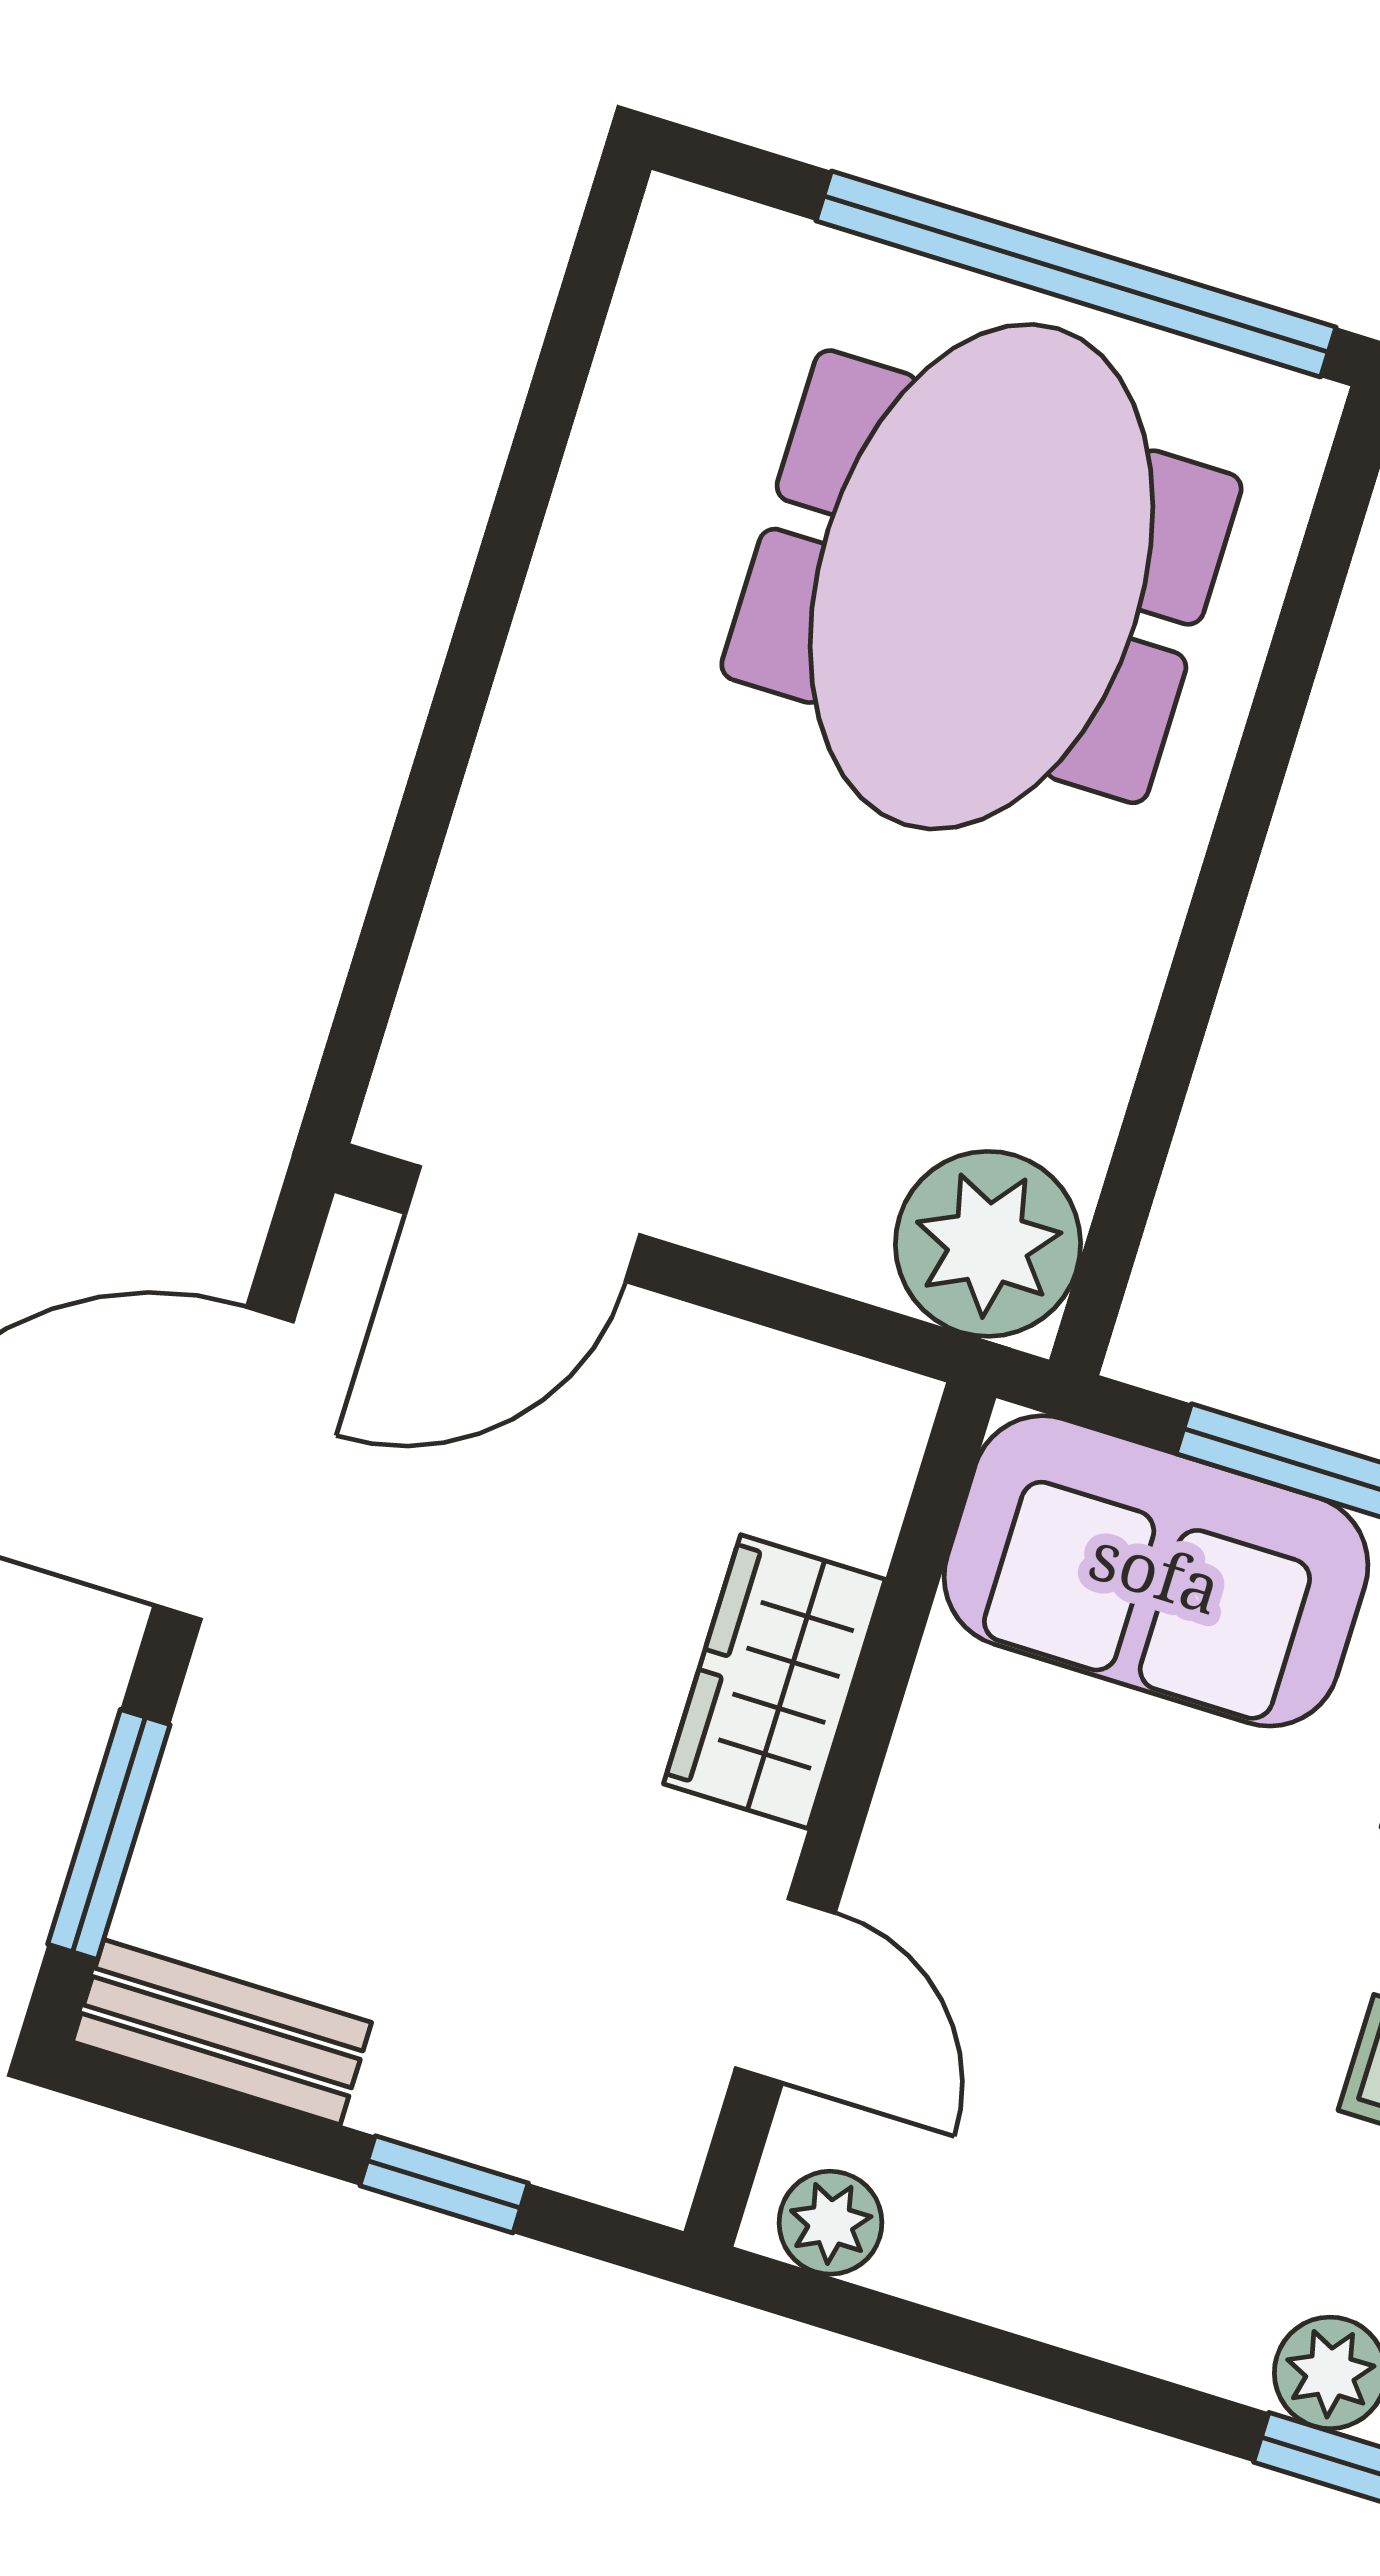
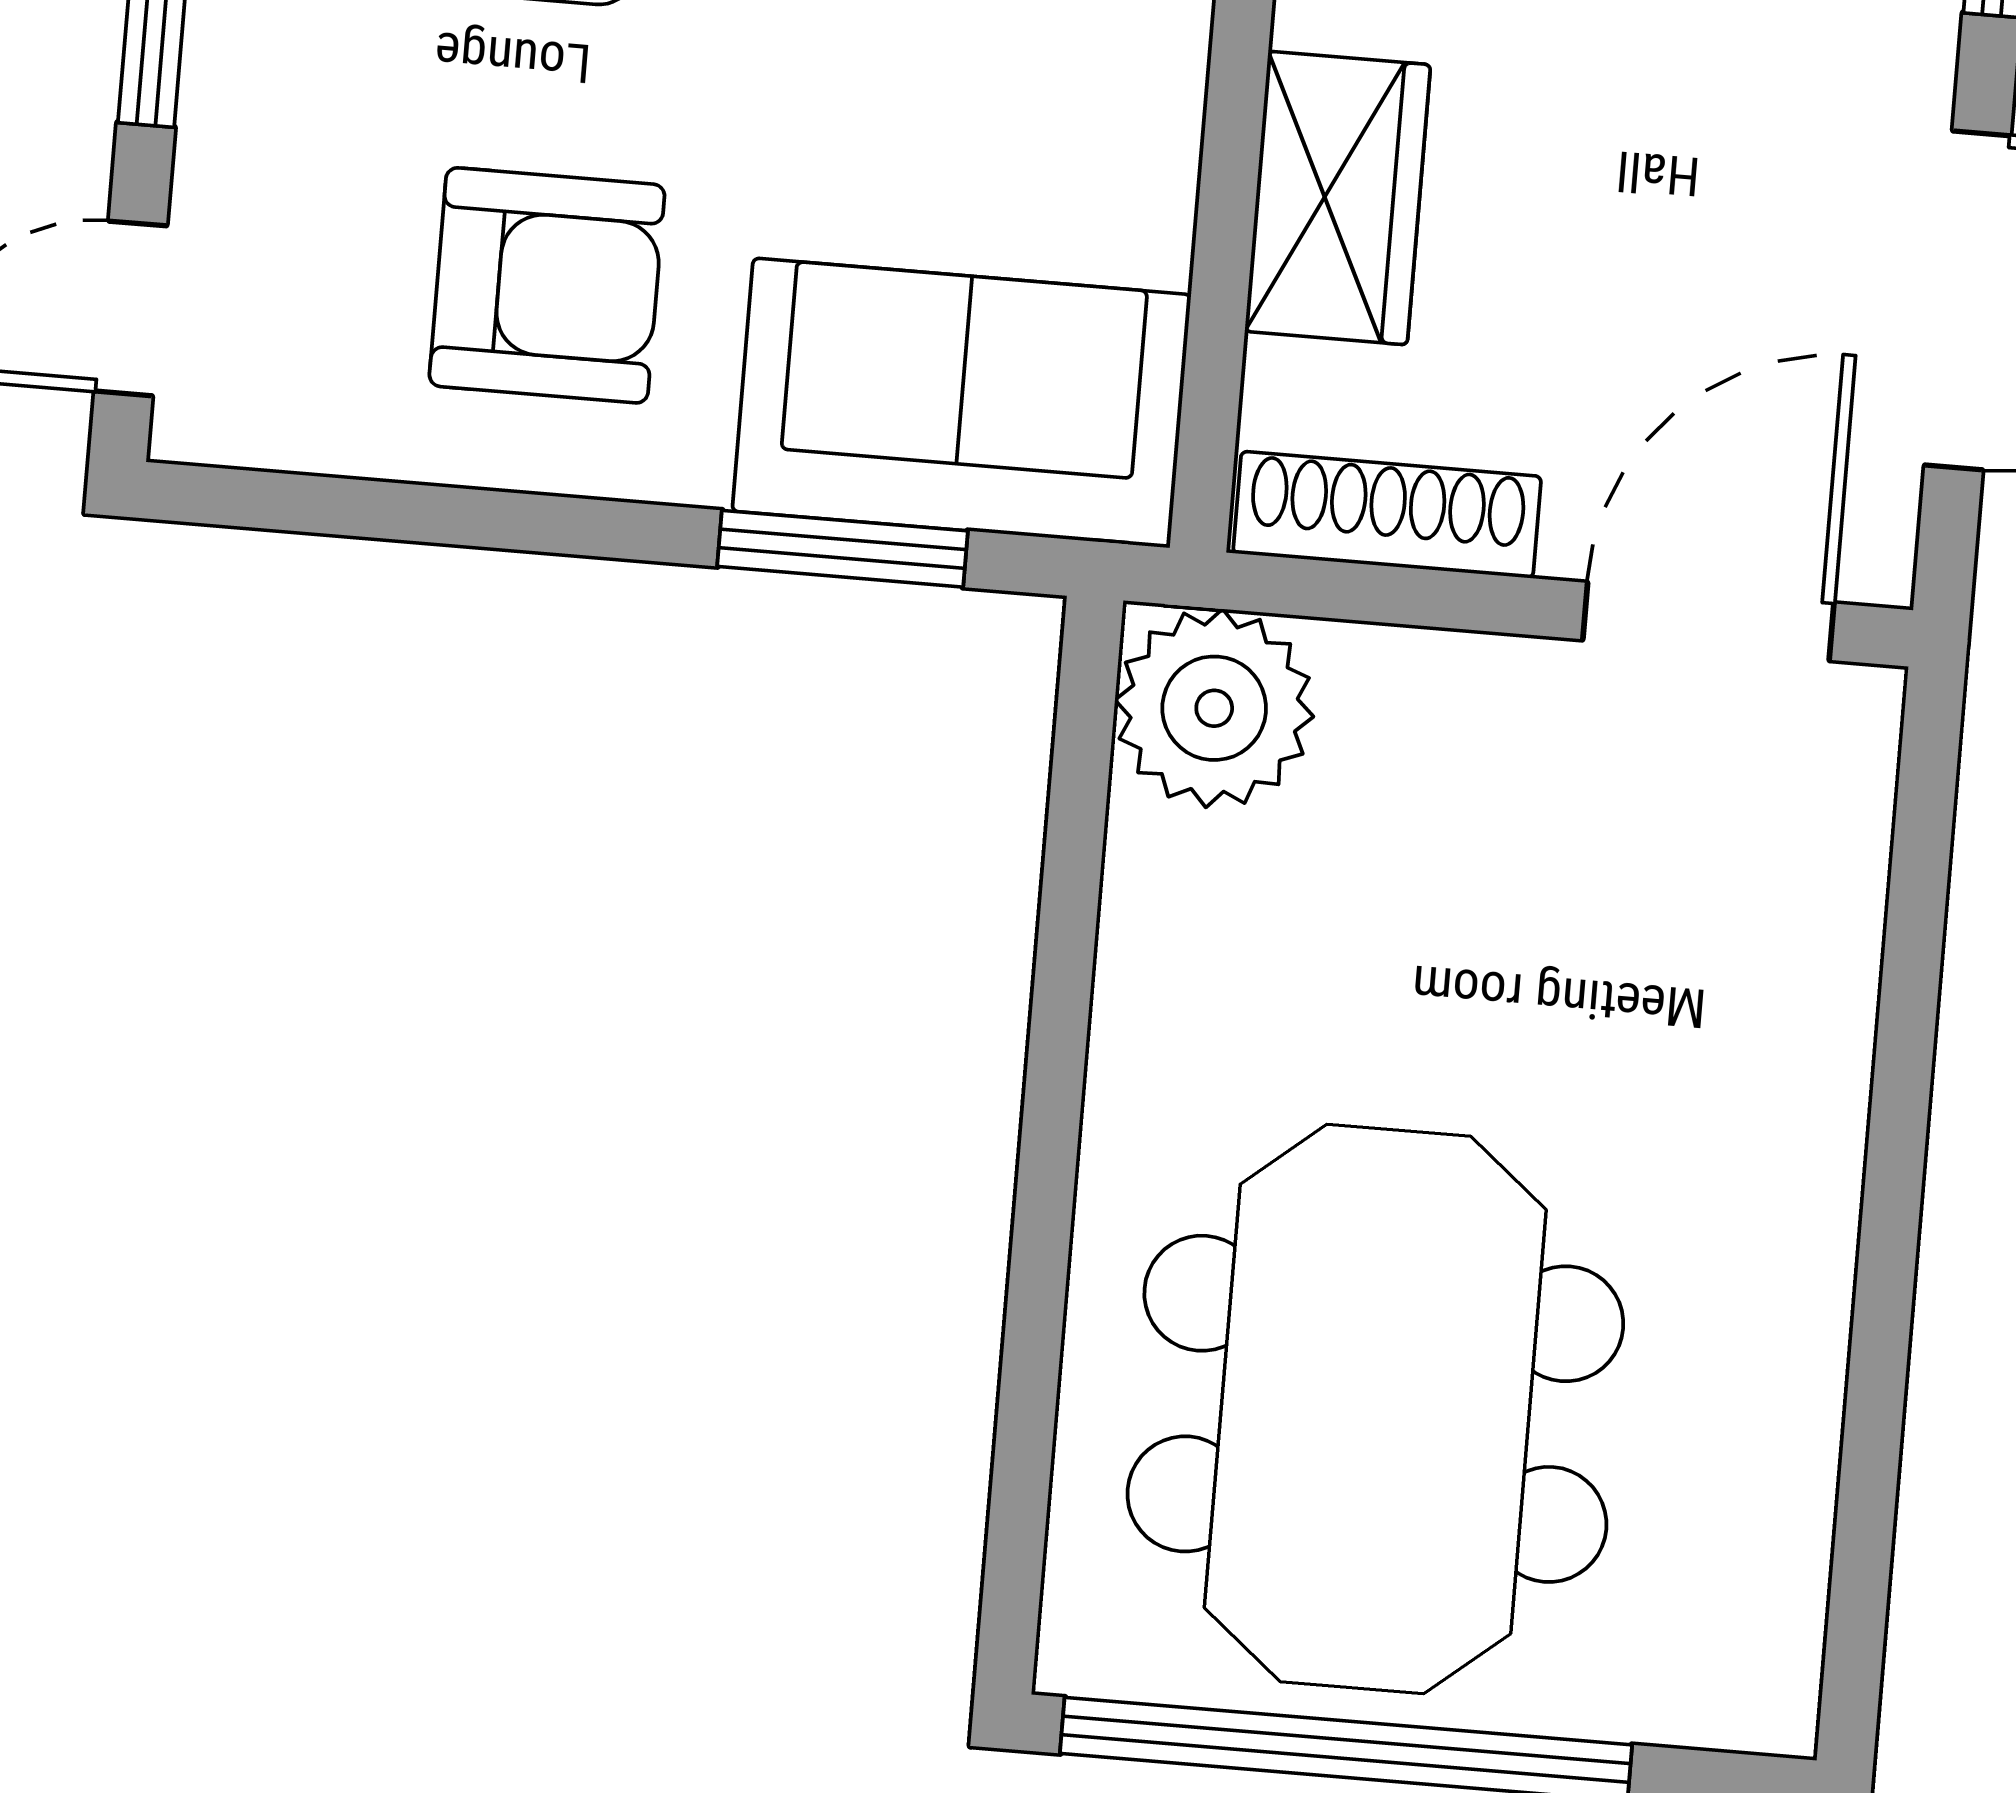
shoe rack: (793, 1385) -> (1387, 515), added

